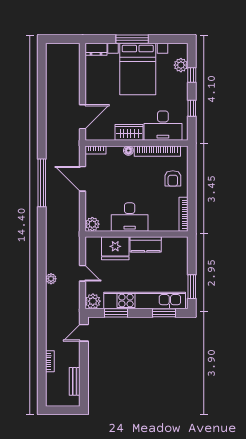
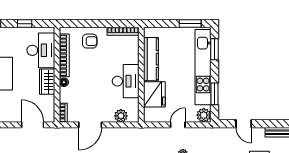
plant: (92, 224) -> (121, 116), moved
kitchen counter: (146, 244) -> (151, 59), width x1.50
door: (84, 333) -> (244, 124), moved

